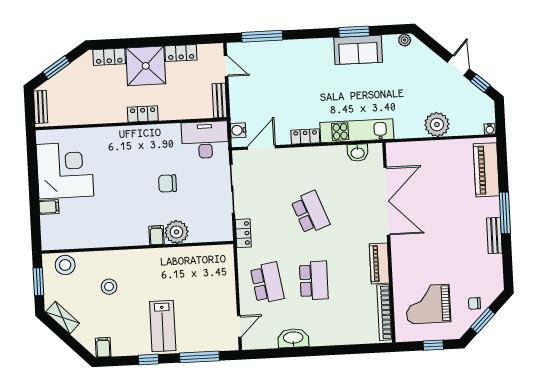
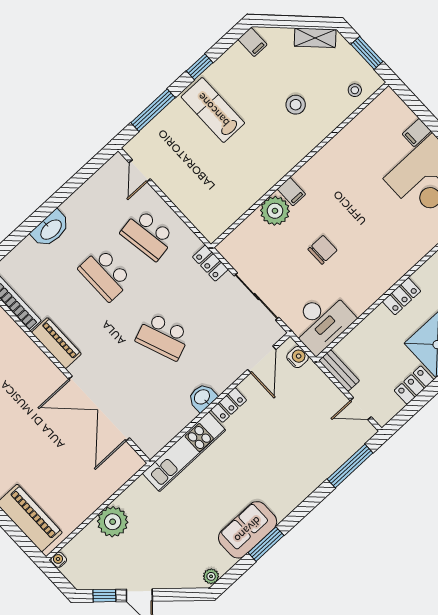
washbasin: (358, 153) -> (202, 397), moved
stool: (65, 265) -> (355, 90), width x0.53, depth x0.53
washbasin: (293, 338) -> (51, 229), moved

